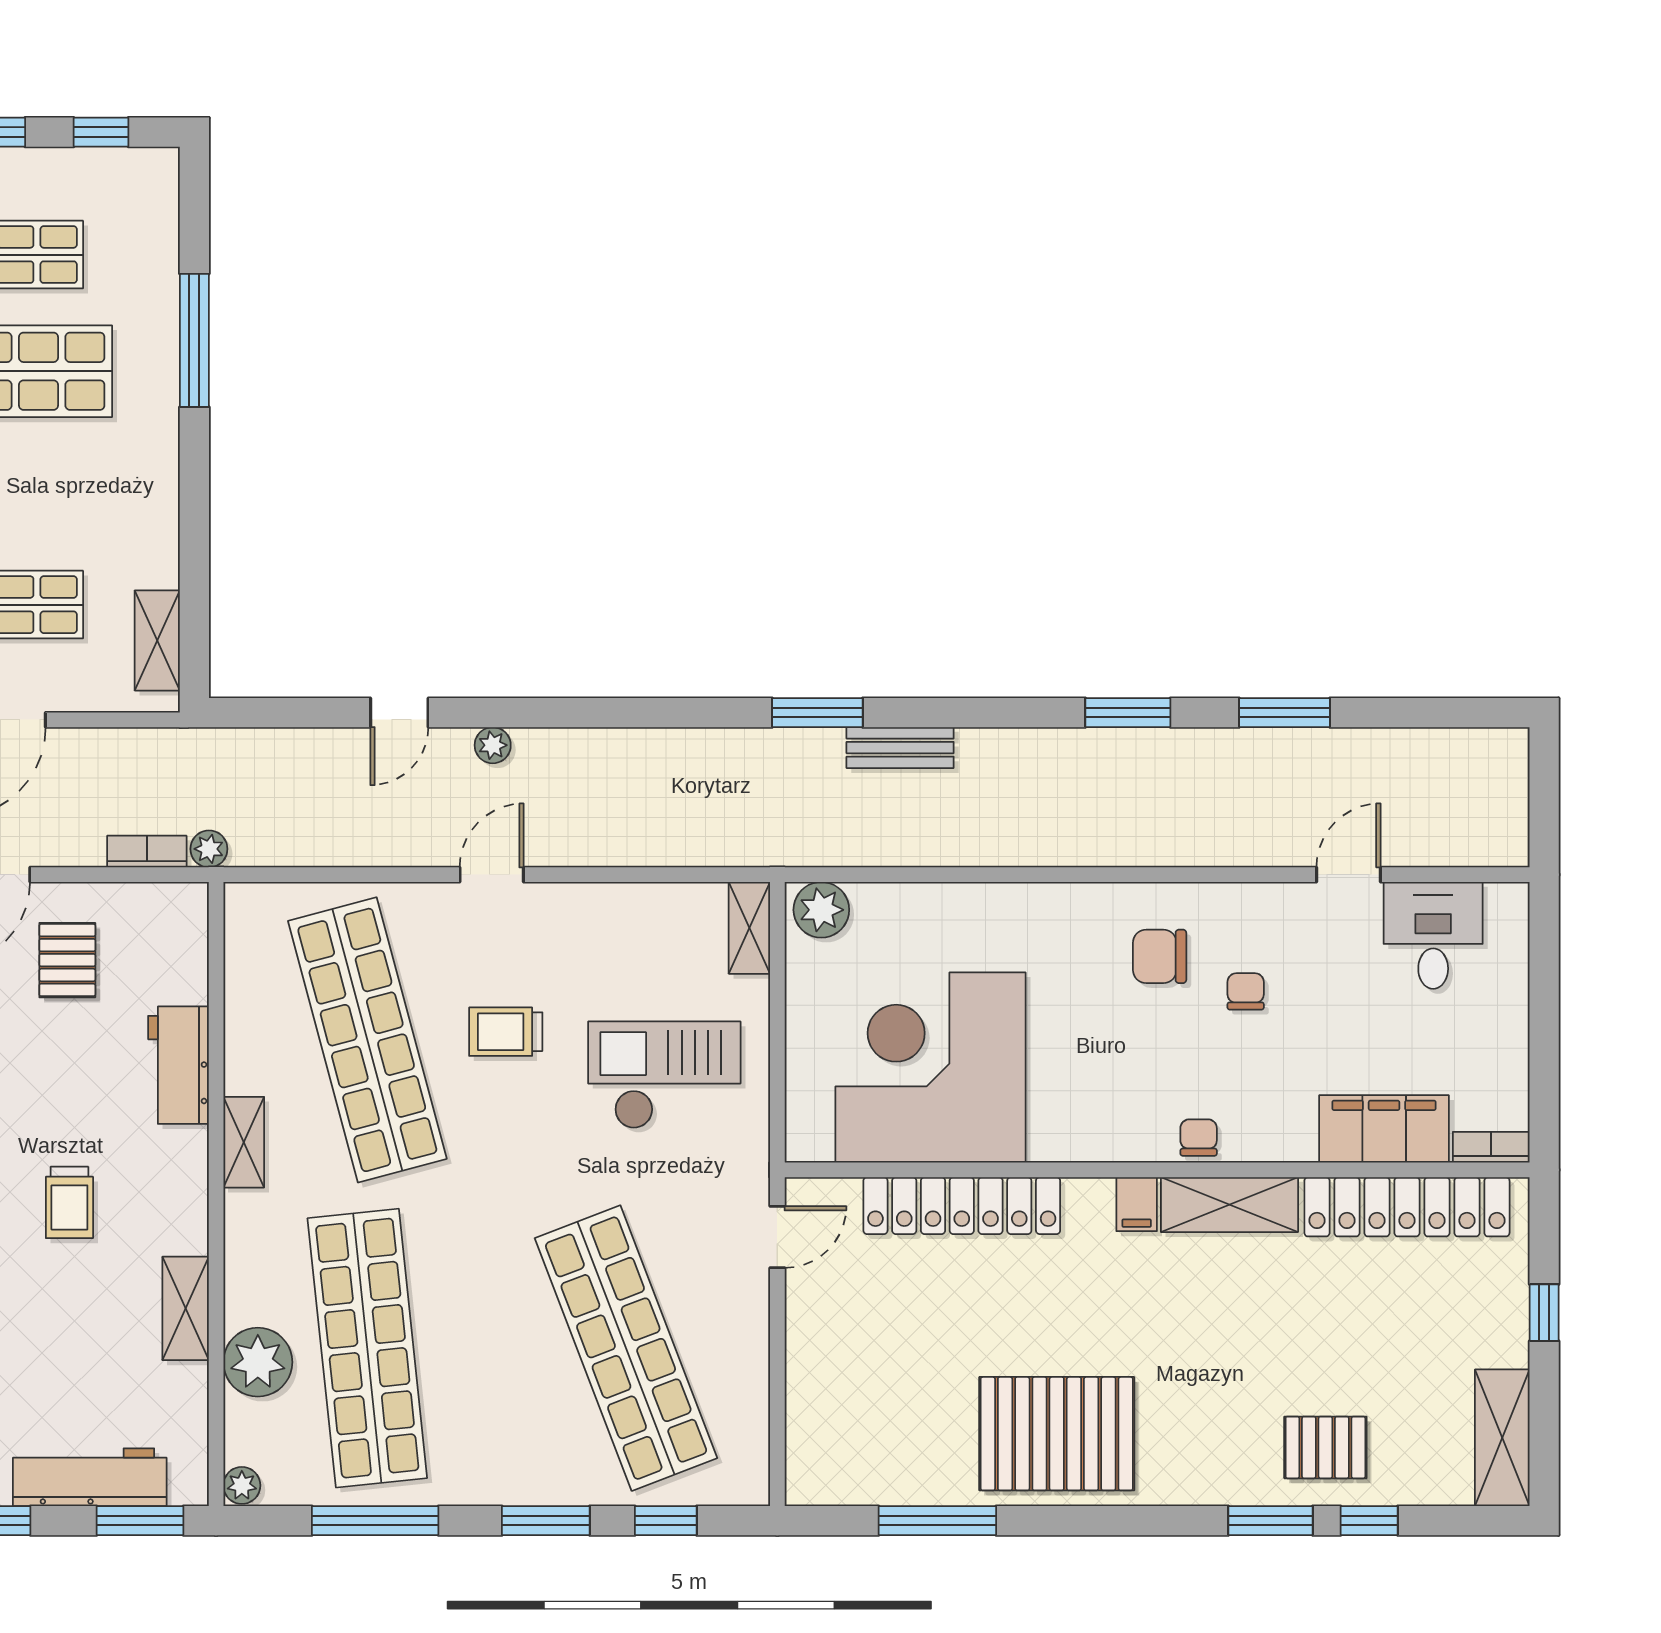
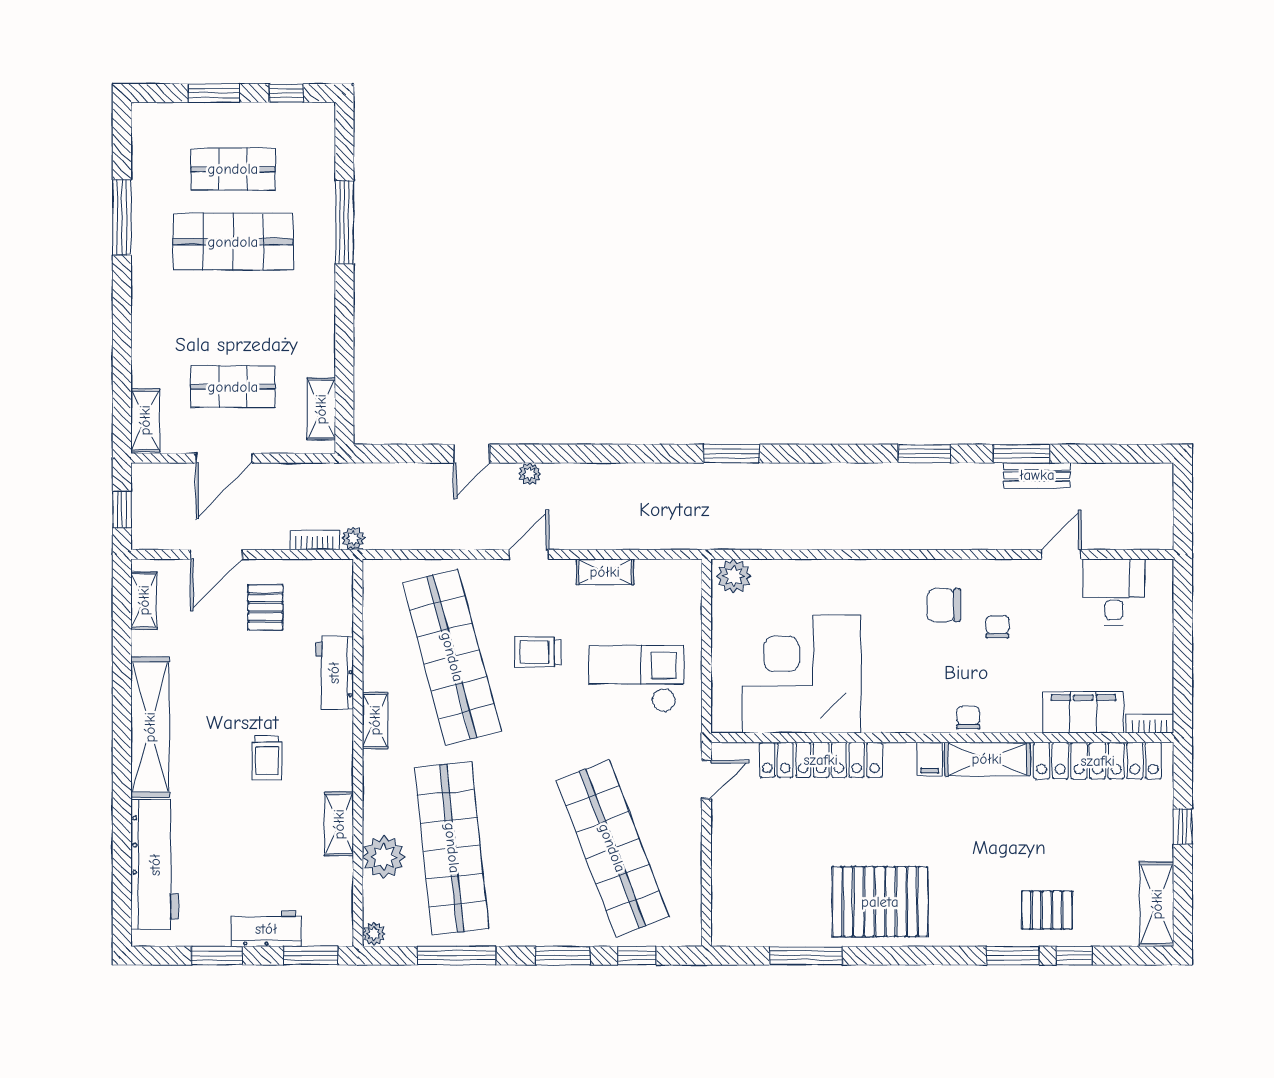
bench: (900, 748) -> (1037, 475), moved
shelving: (749, 928) -> (605, 572), moved, turned 90
workbench: (90, 1477) -> (266, 929), width x0.73

